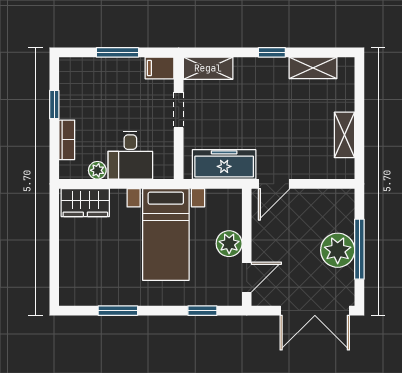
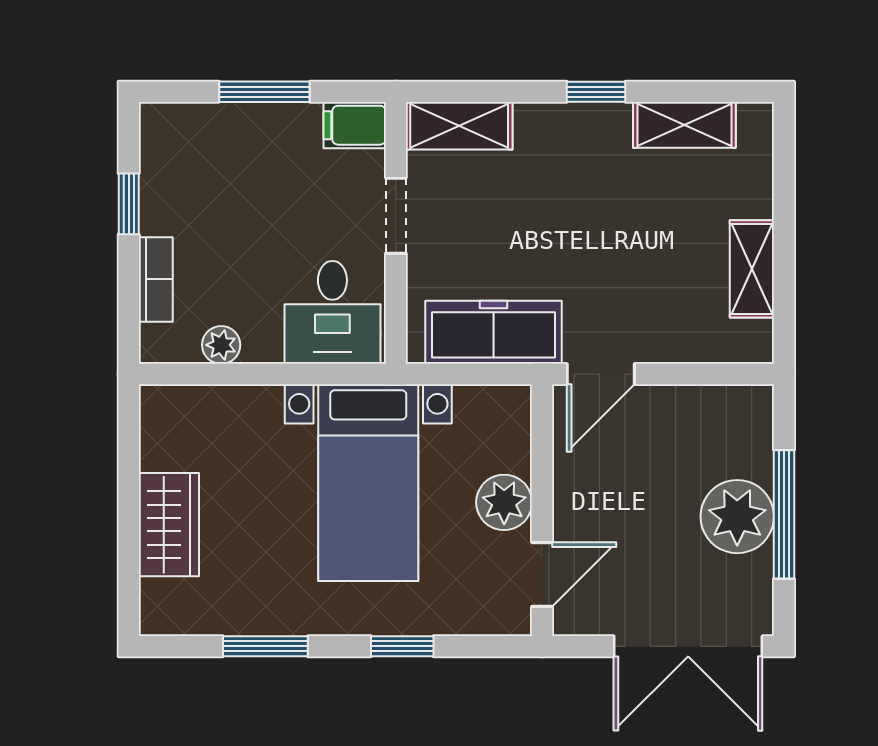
desk: (130, 155) -> (332, 312), moved
wardrobe: (85, 203) -> (169, 525), moved, turned -90
window: (202, 311) -> (402, 646), moved

